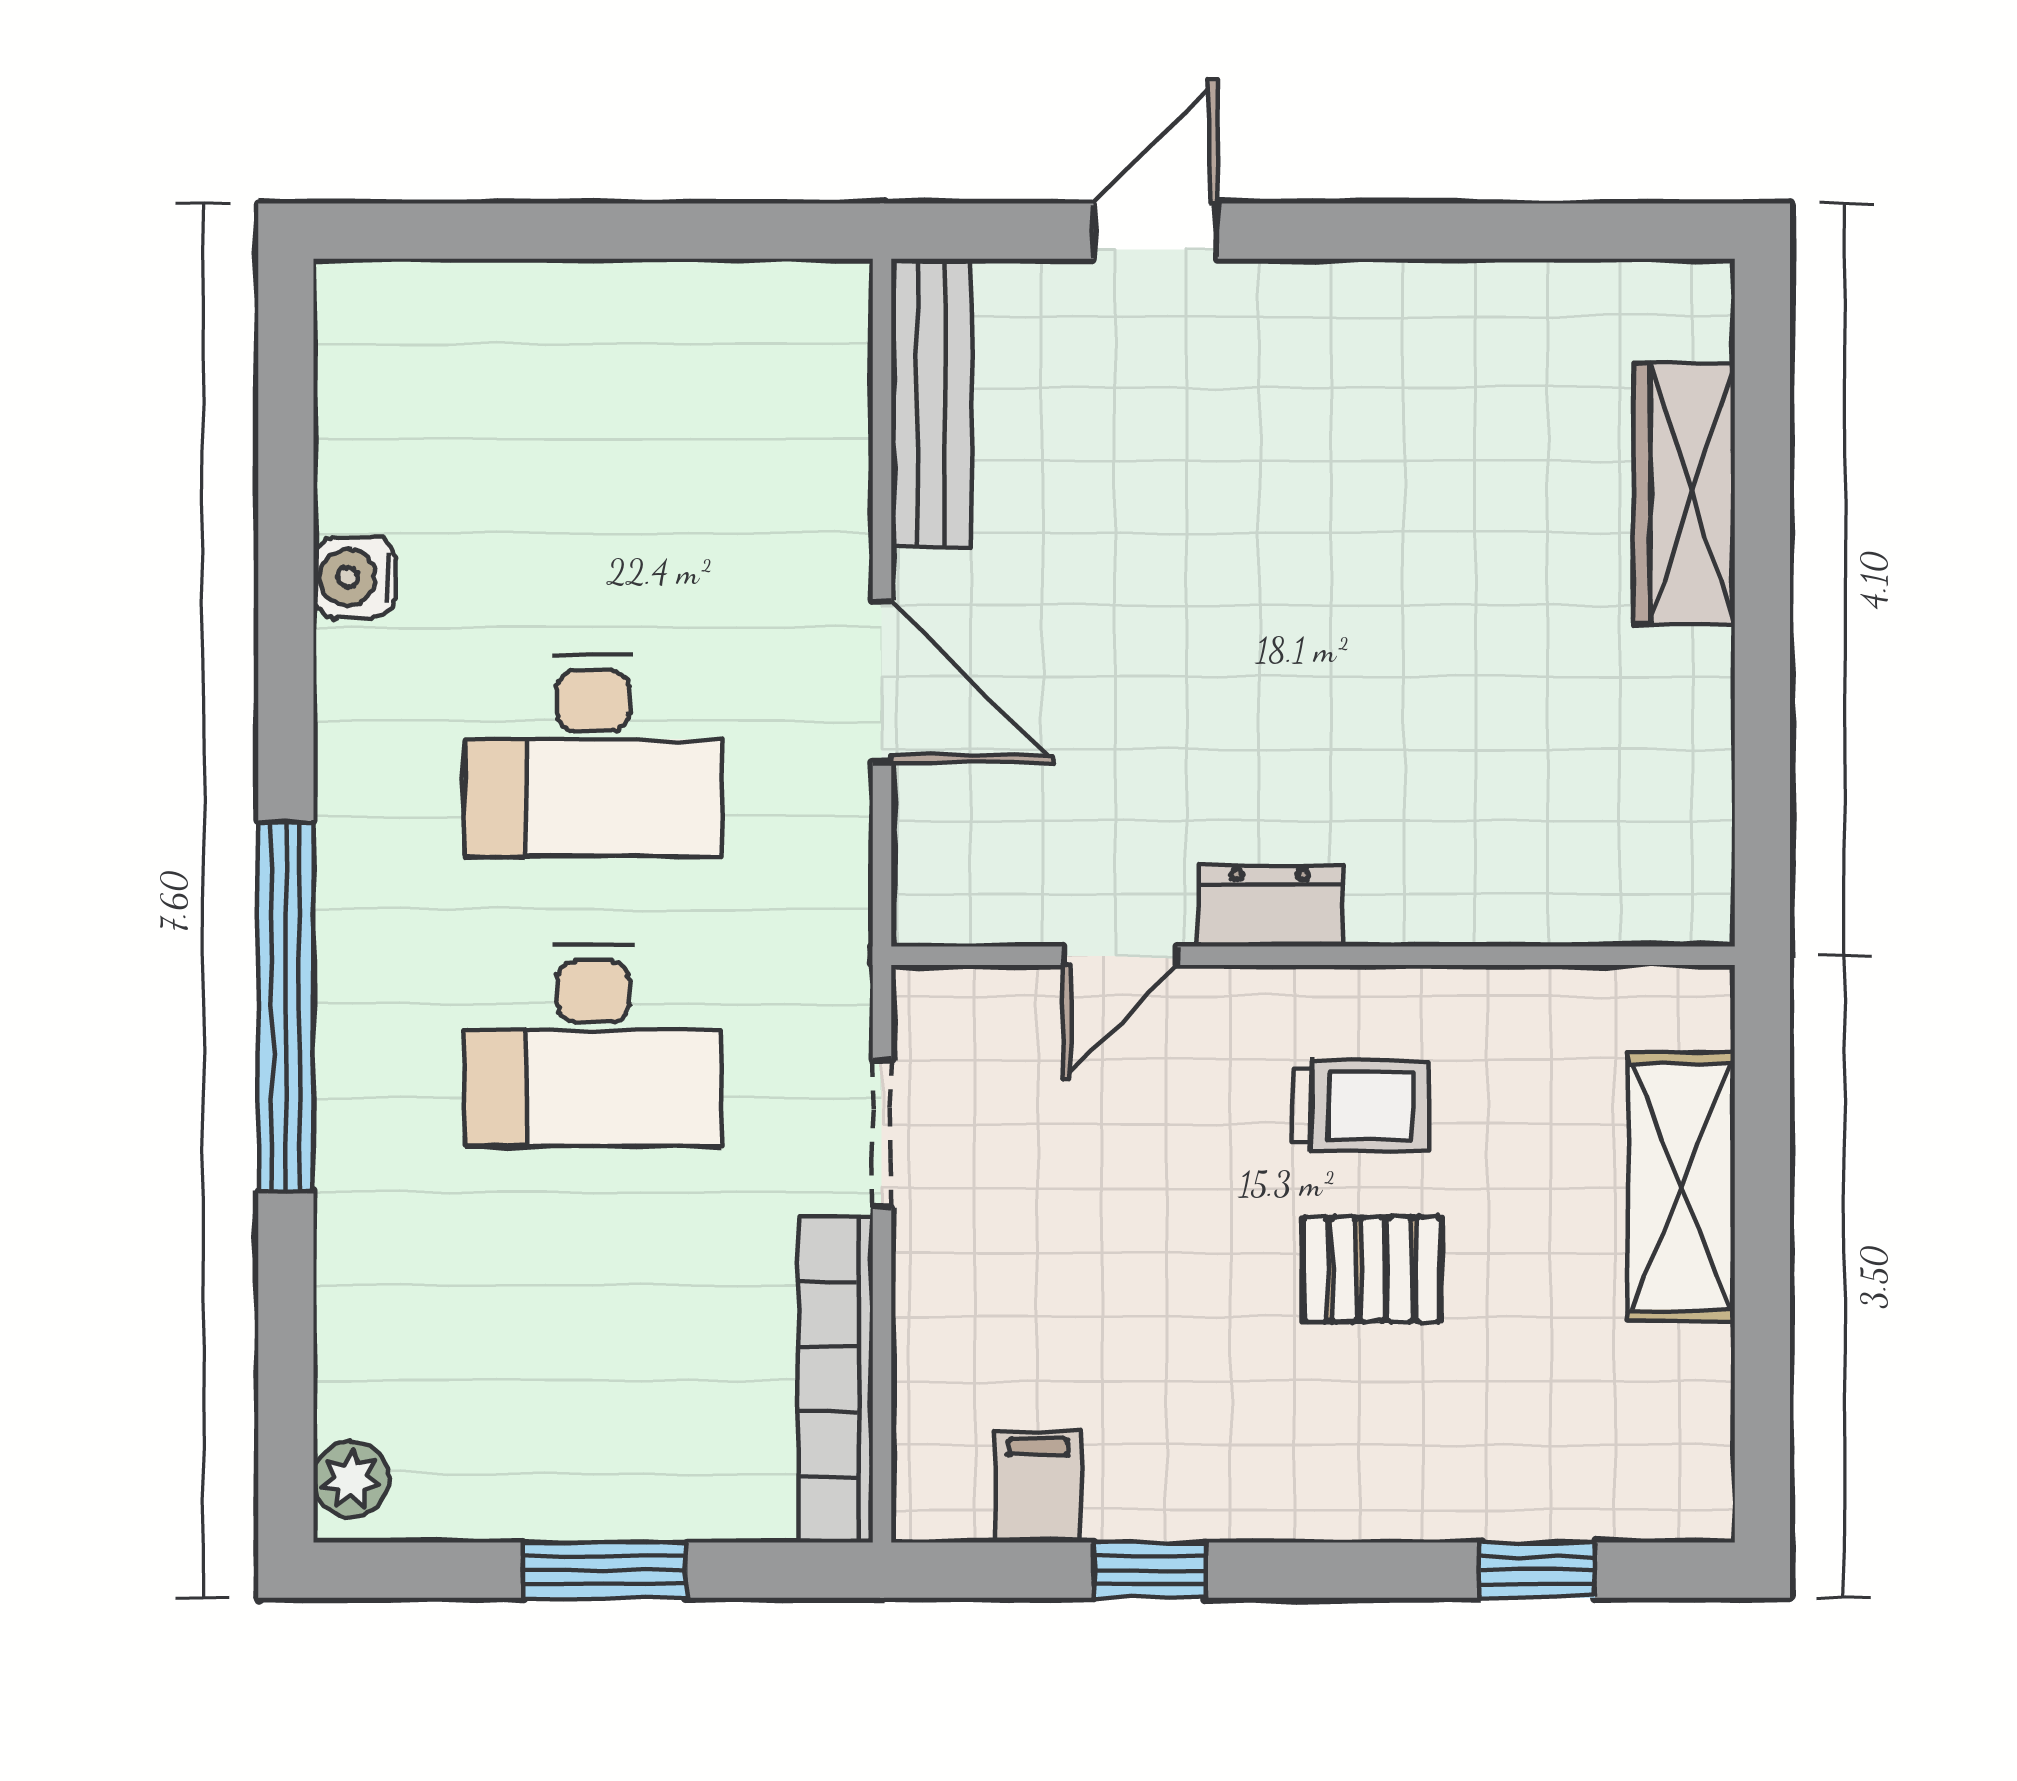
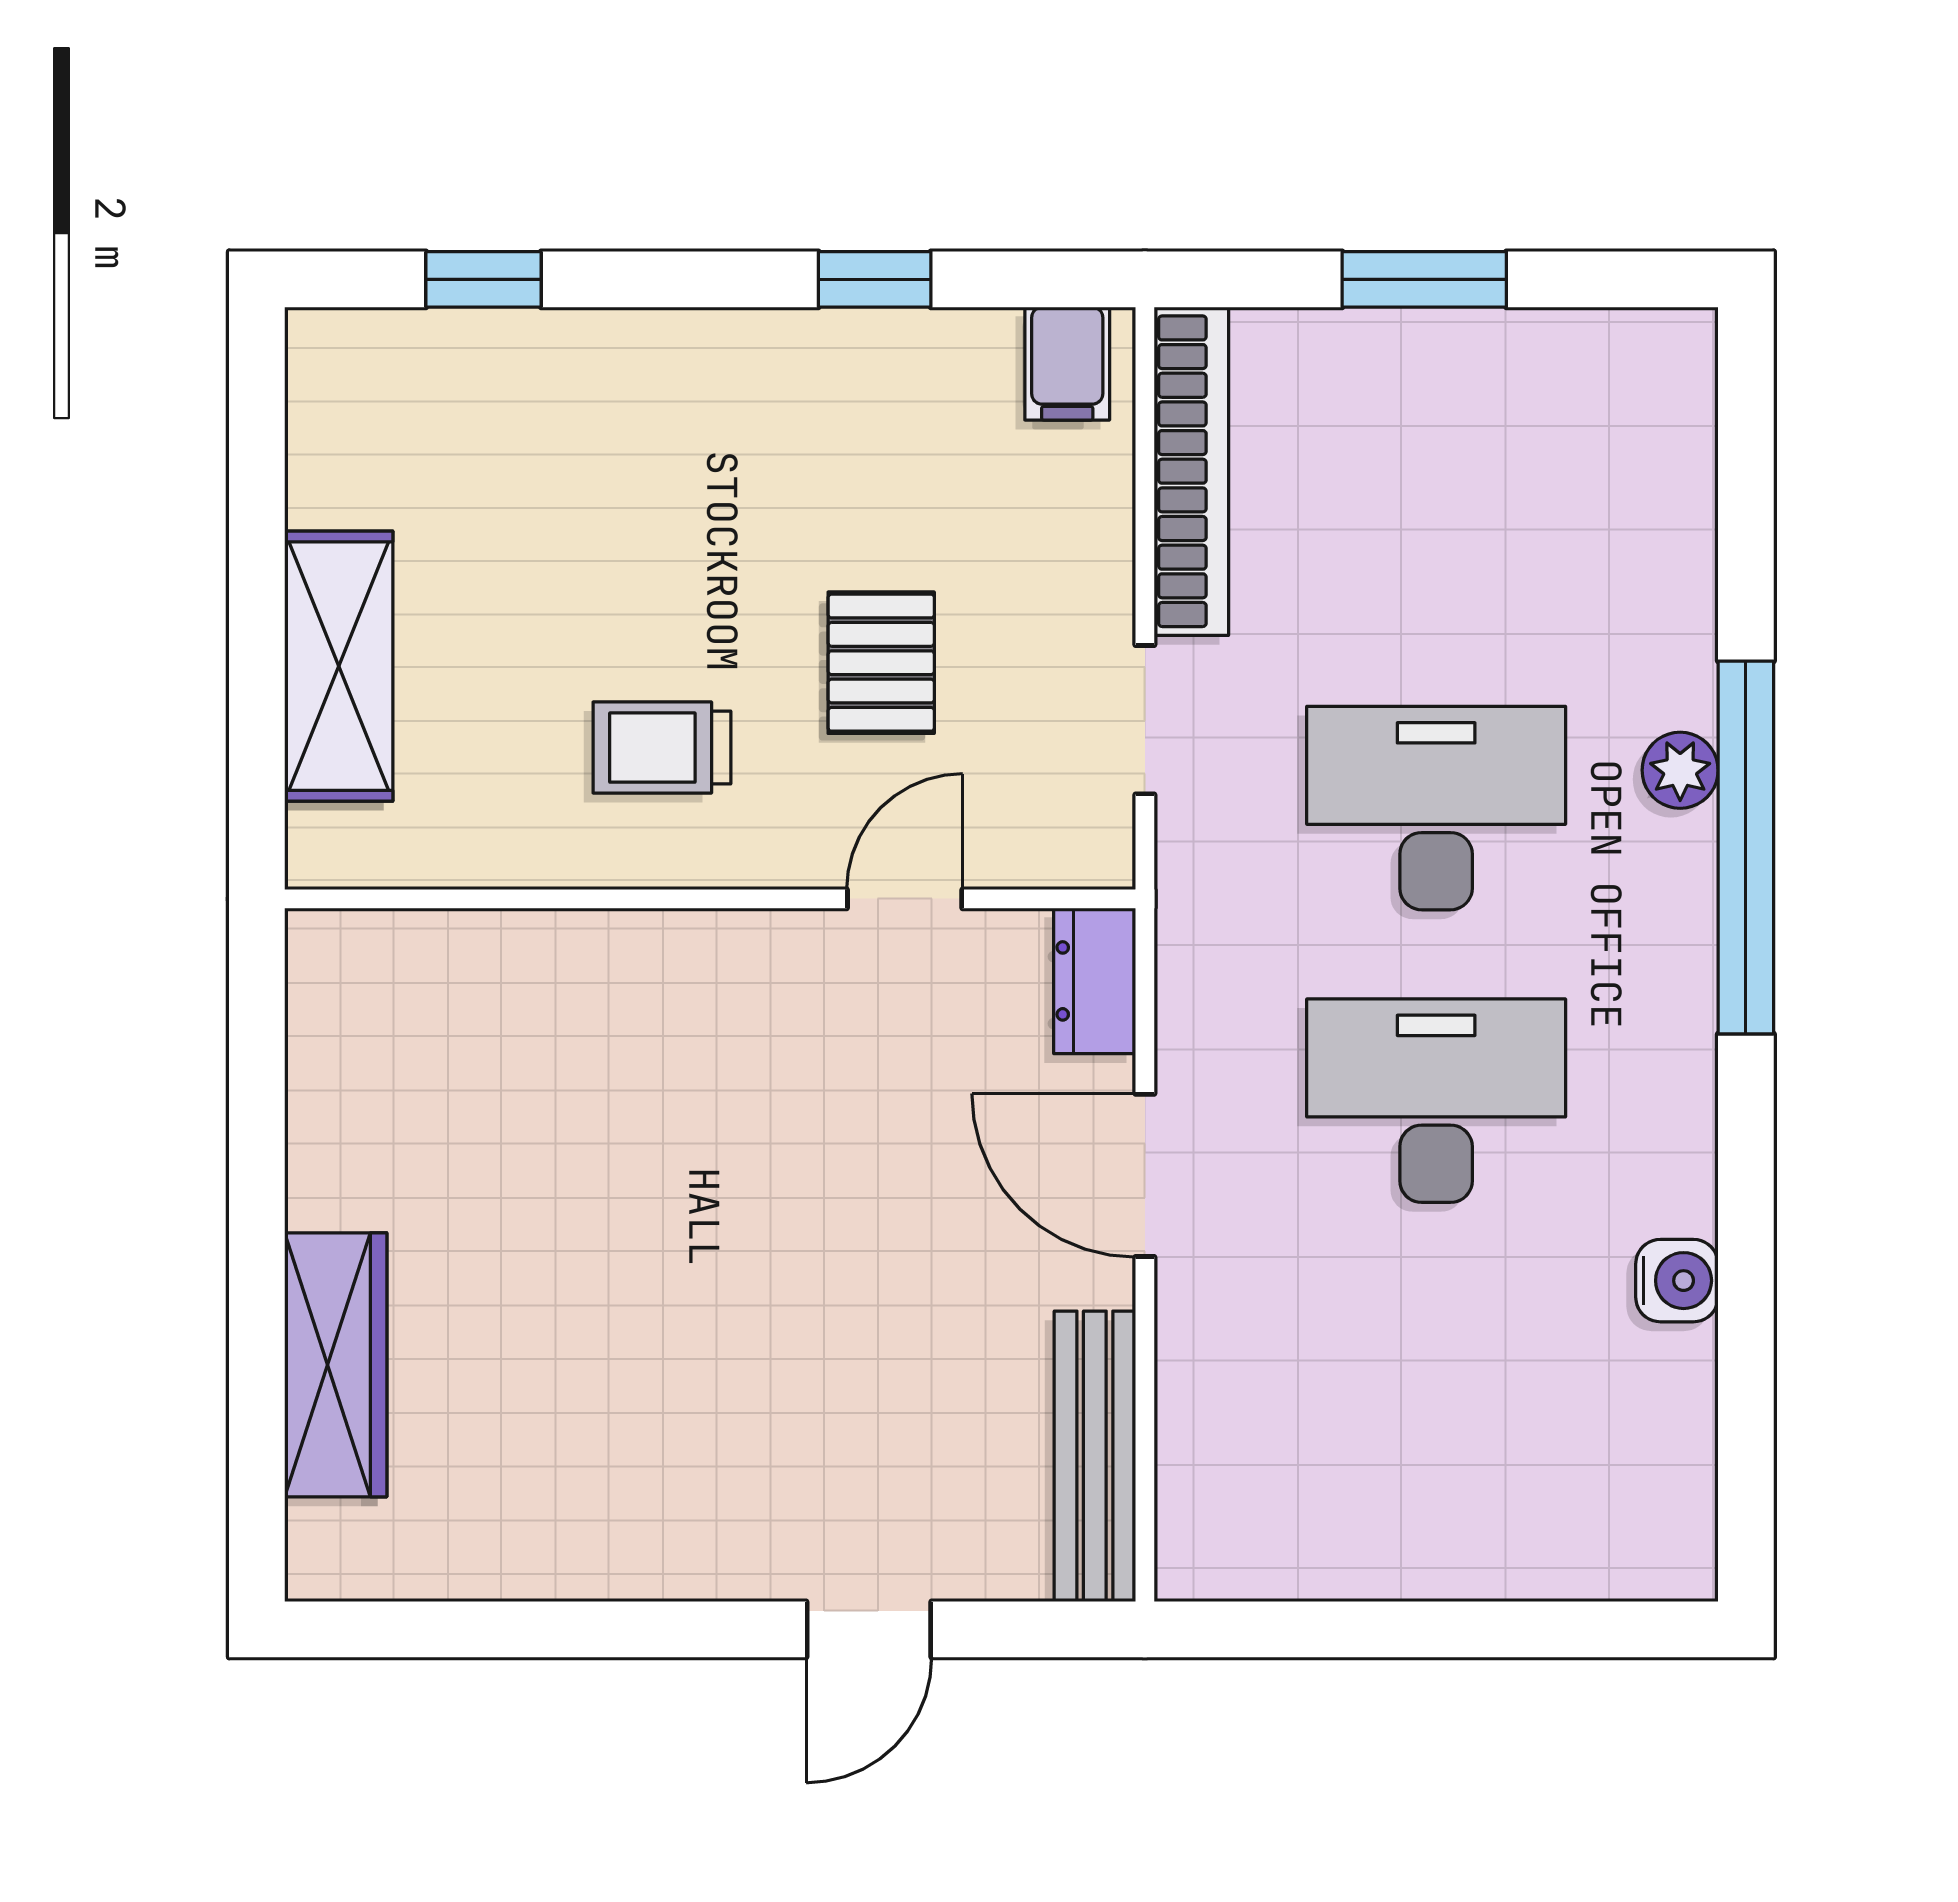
dresser: (1270, 906) -> (1095, 981), moved, turned 90
pallet: (1372, 1269) -> (881, 663), moved, turned 90
plant: (351, 1479) -> (1680, 770), moved
filing cabinet: (1038, 1487) -> (1067, 364), moved

